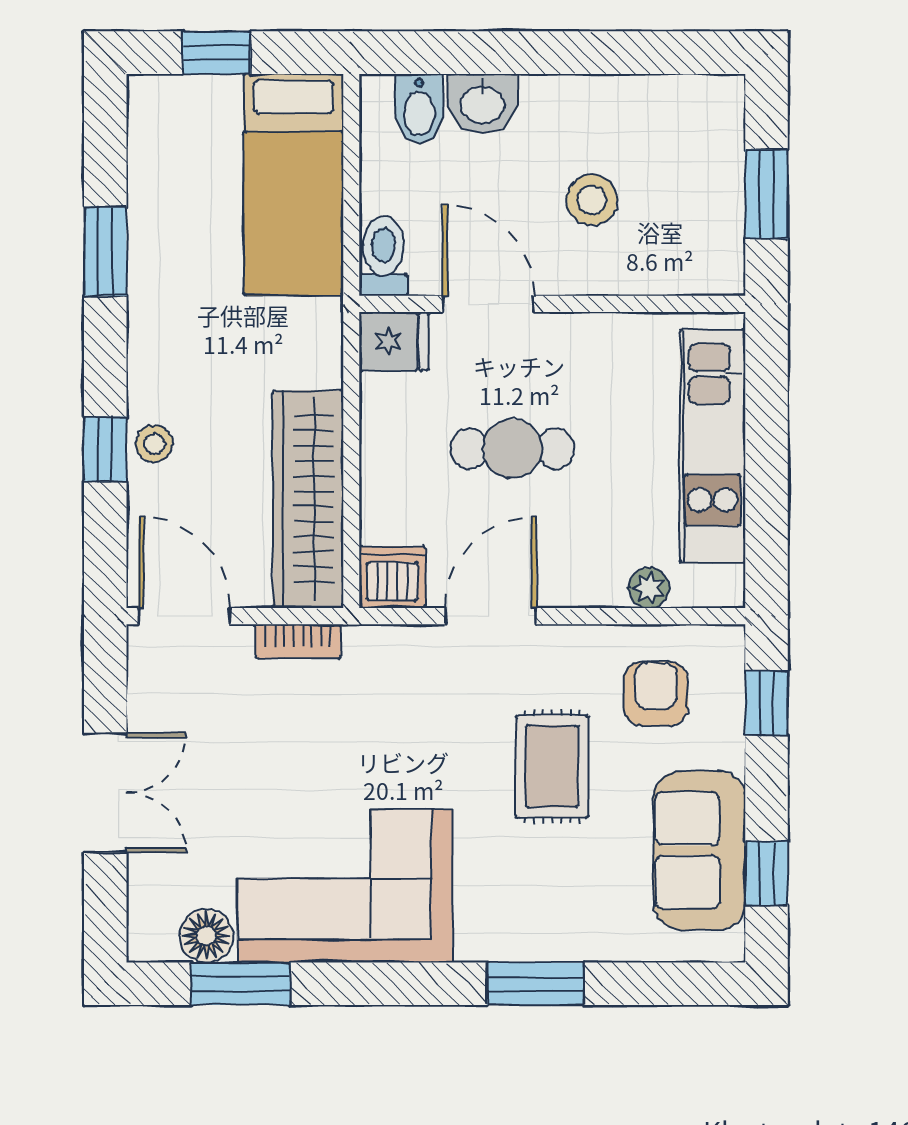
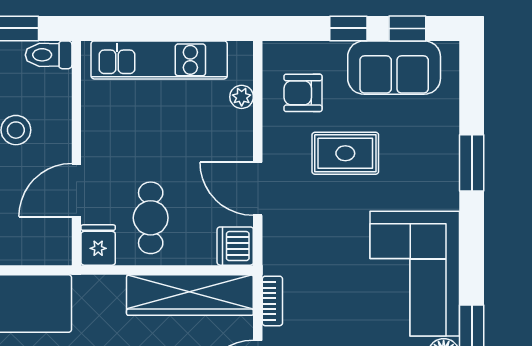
toilet: (383, 256) -> (49, 55), moved
cafe table: (512, 449) -> (151, 218), moved
window: (767, 703) -> (348, 28), moved

